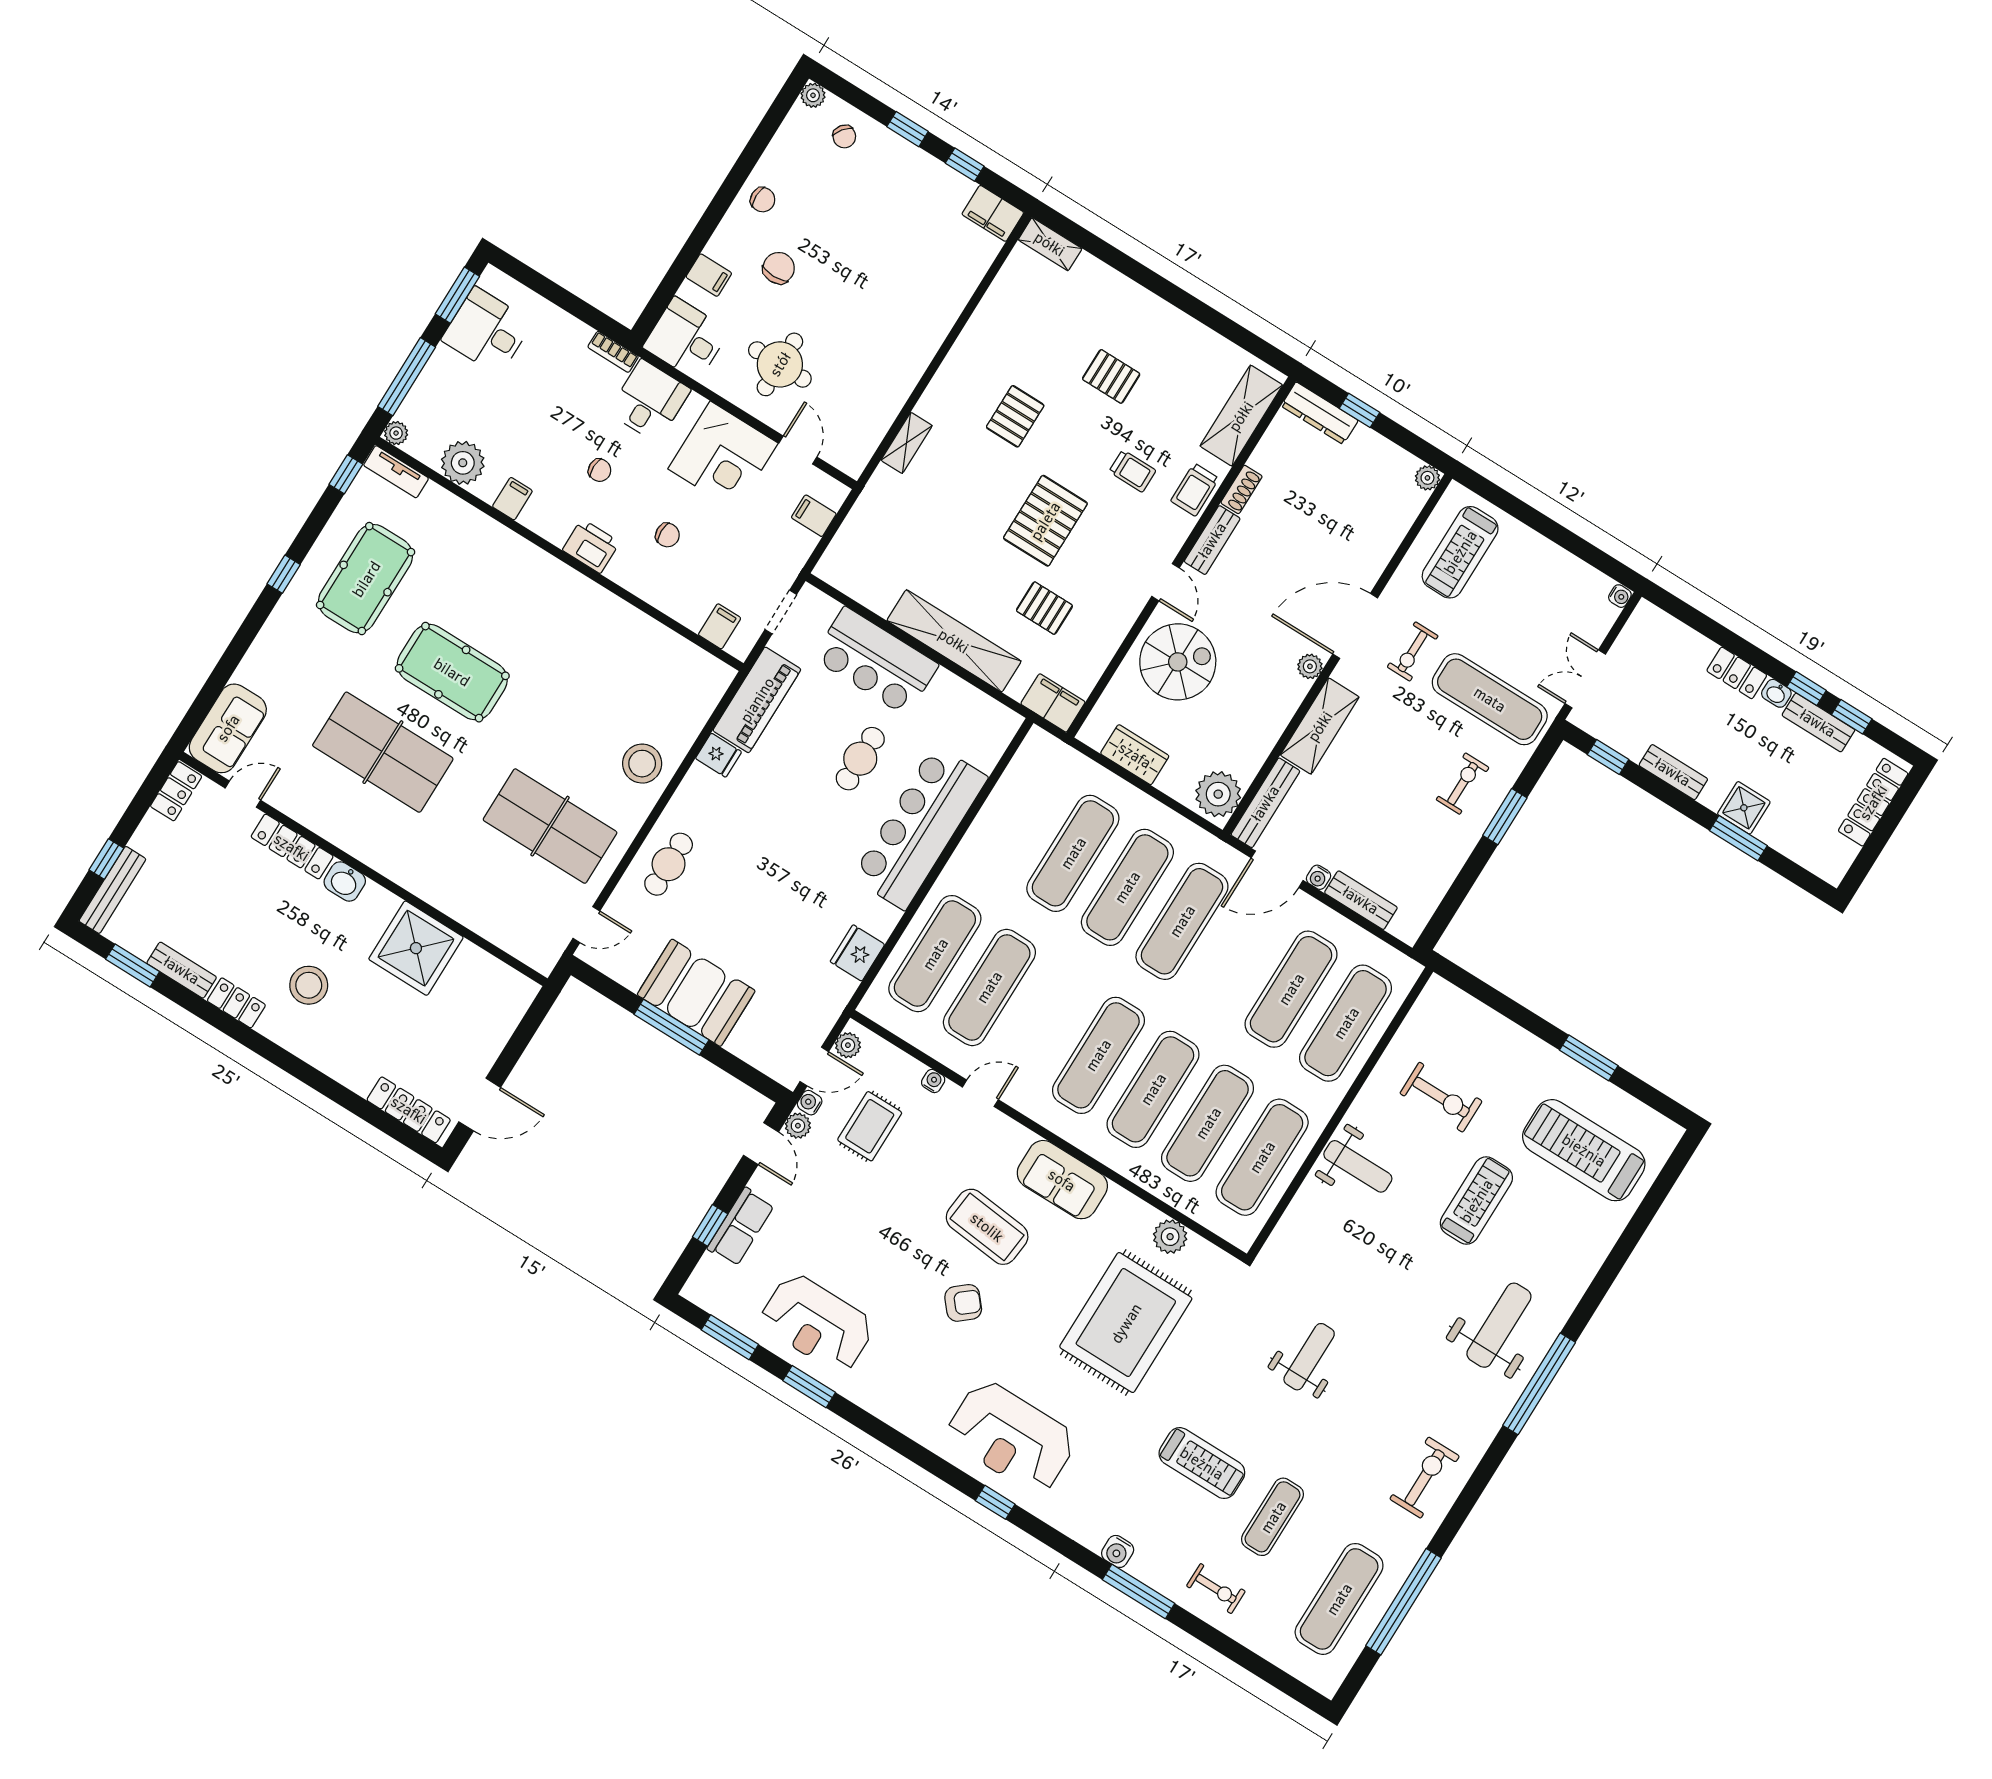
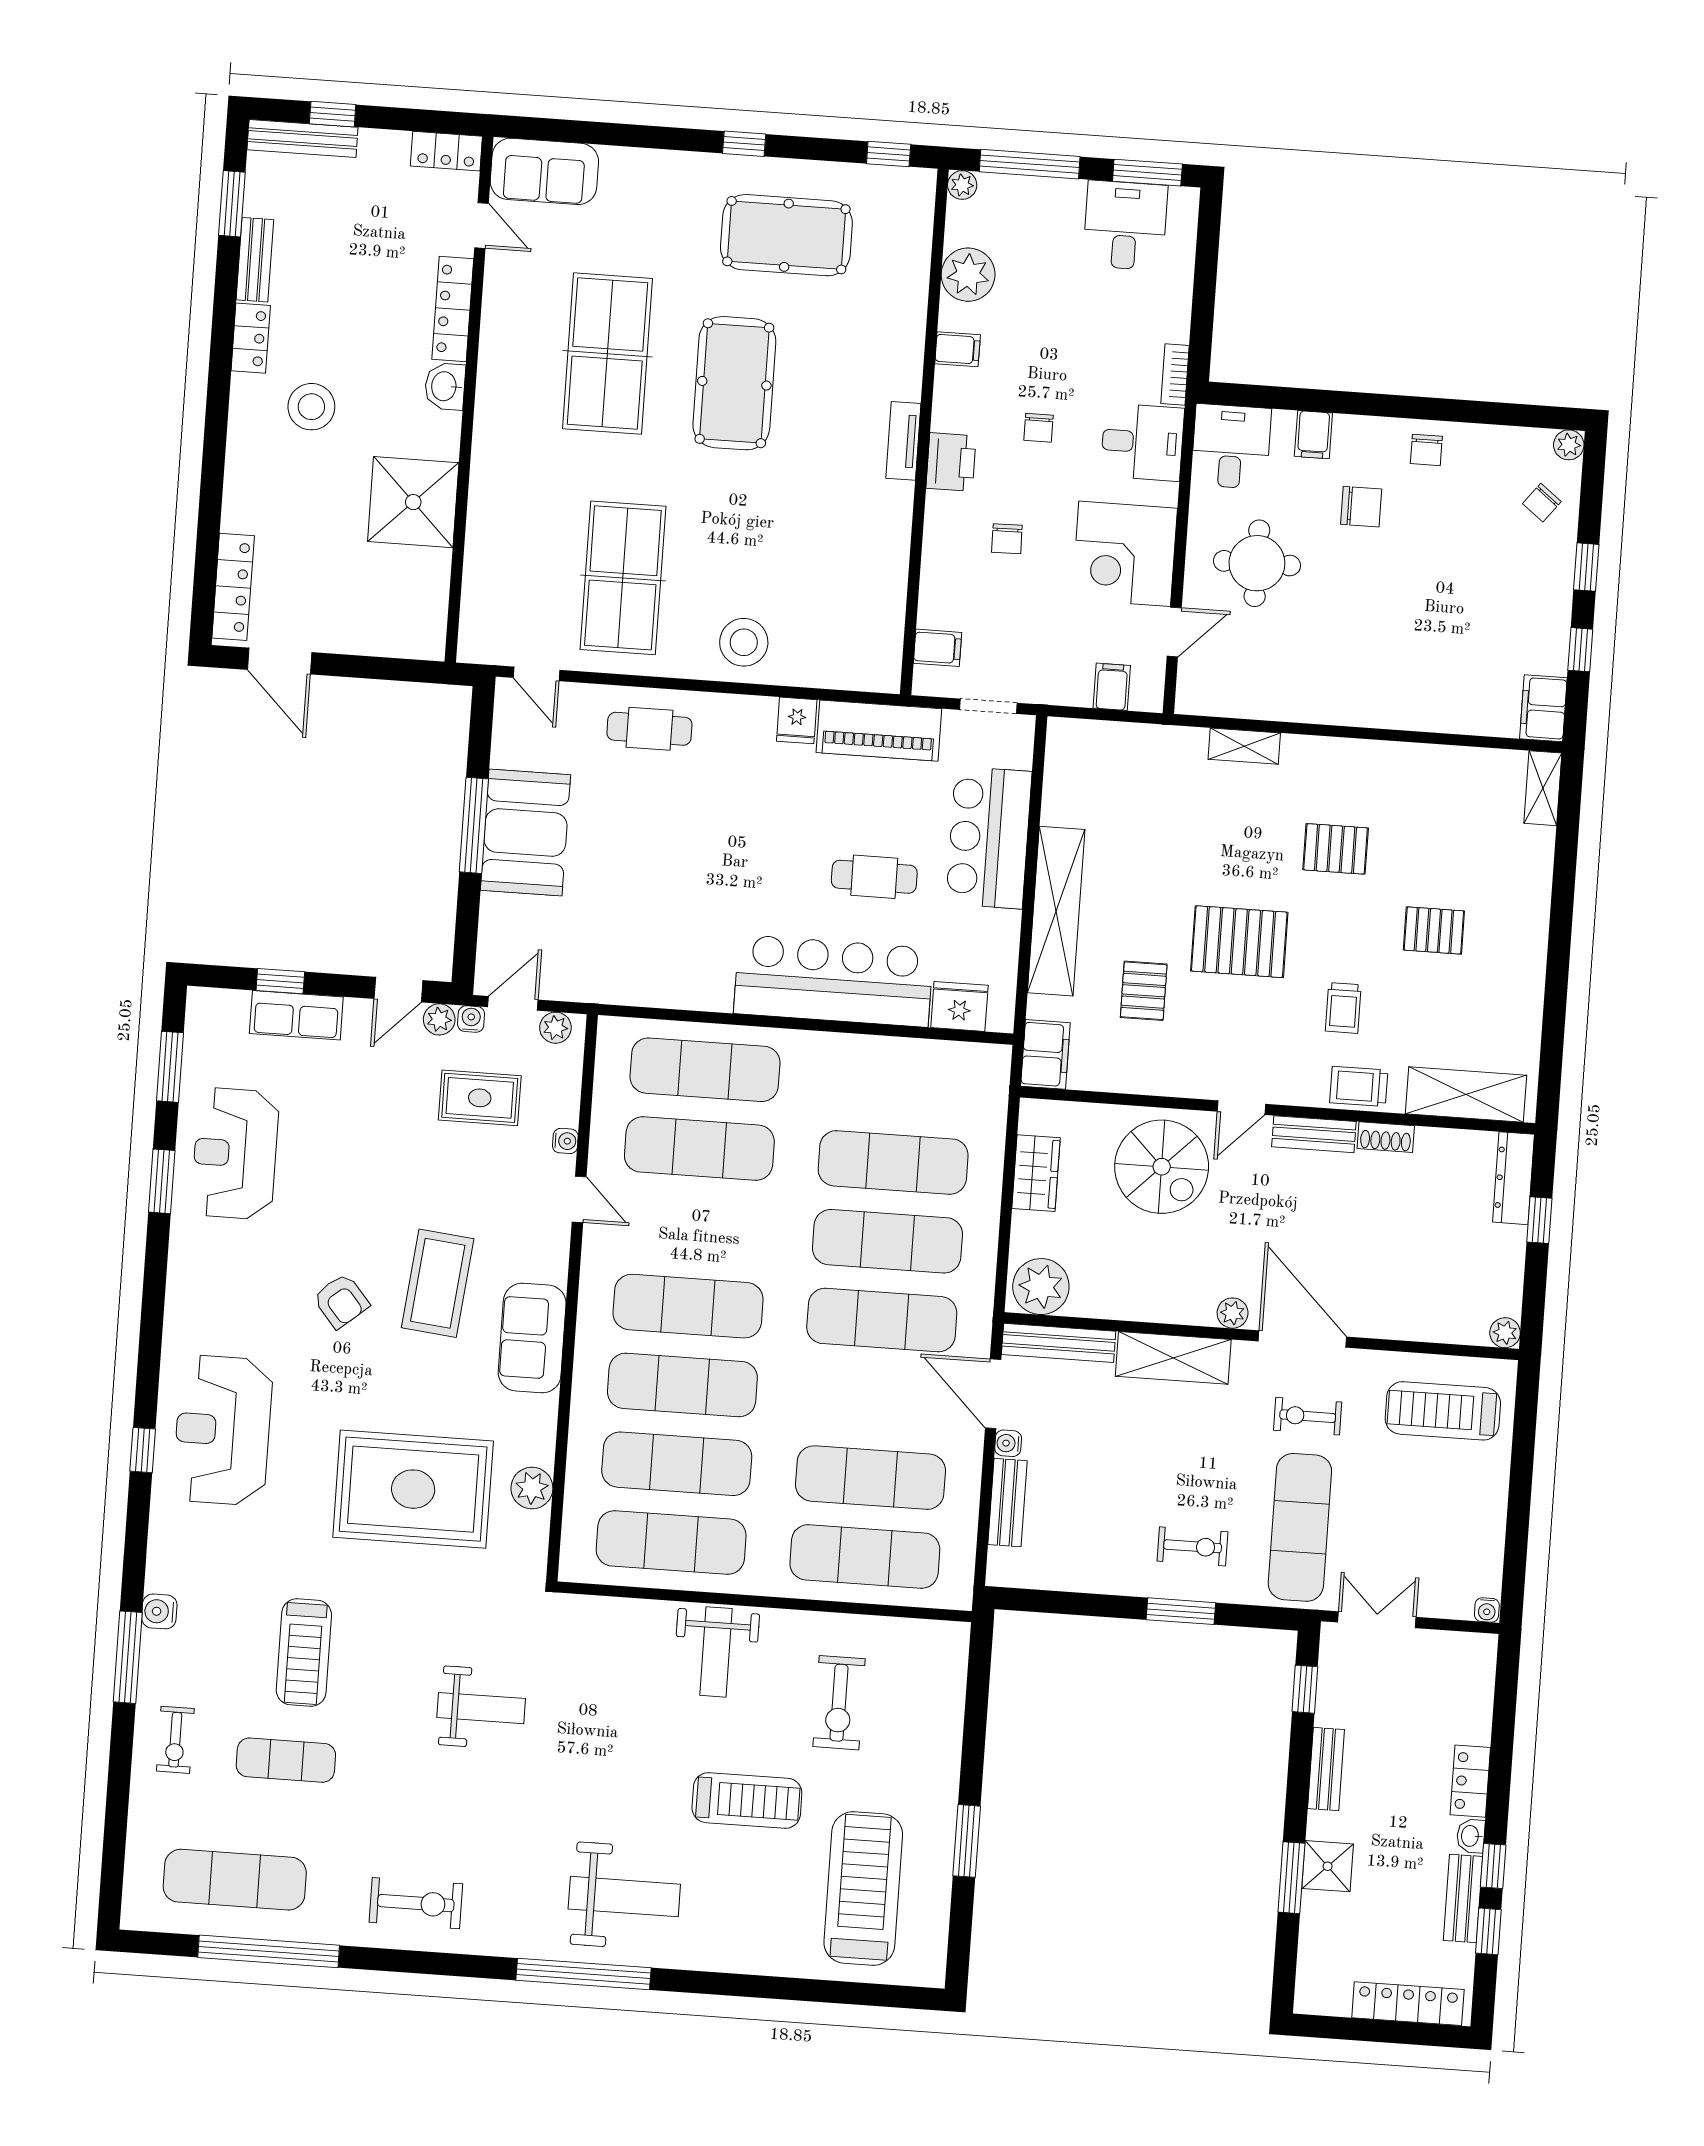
pallet: (1111, 376) -> (1434, 930), turned 90
tv unit: (396, 472) -> (903, 441), moved
fridge: (857, 953) -> (959, 1006), moved
door: (814, 1067) -> (513, 1003), swing flipped

